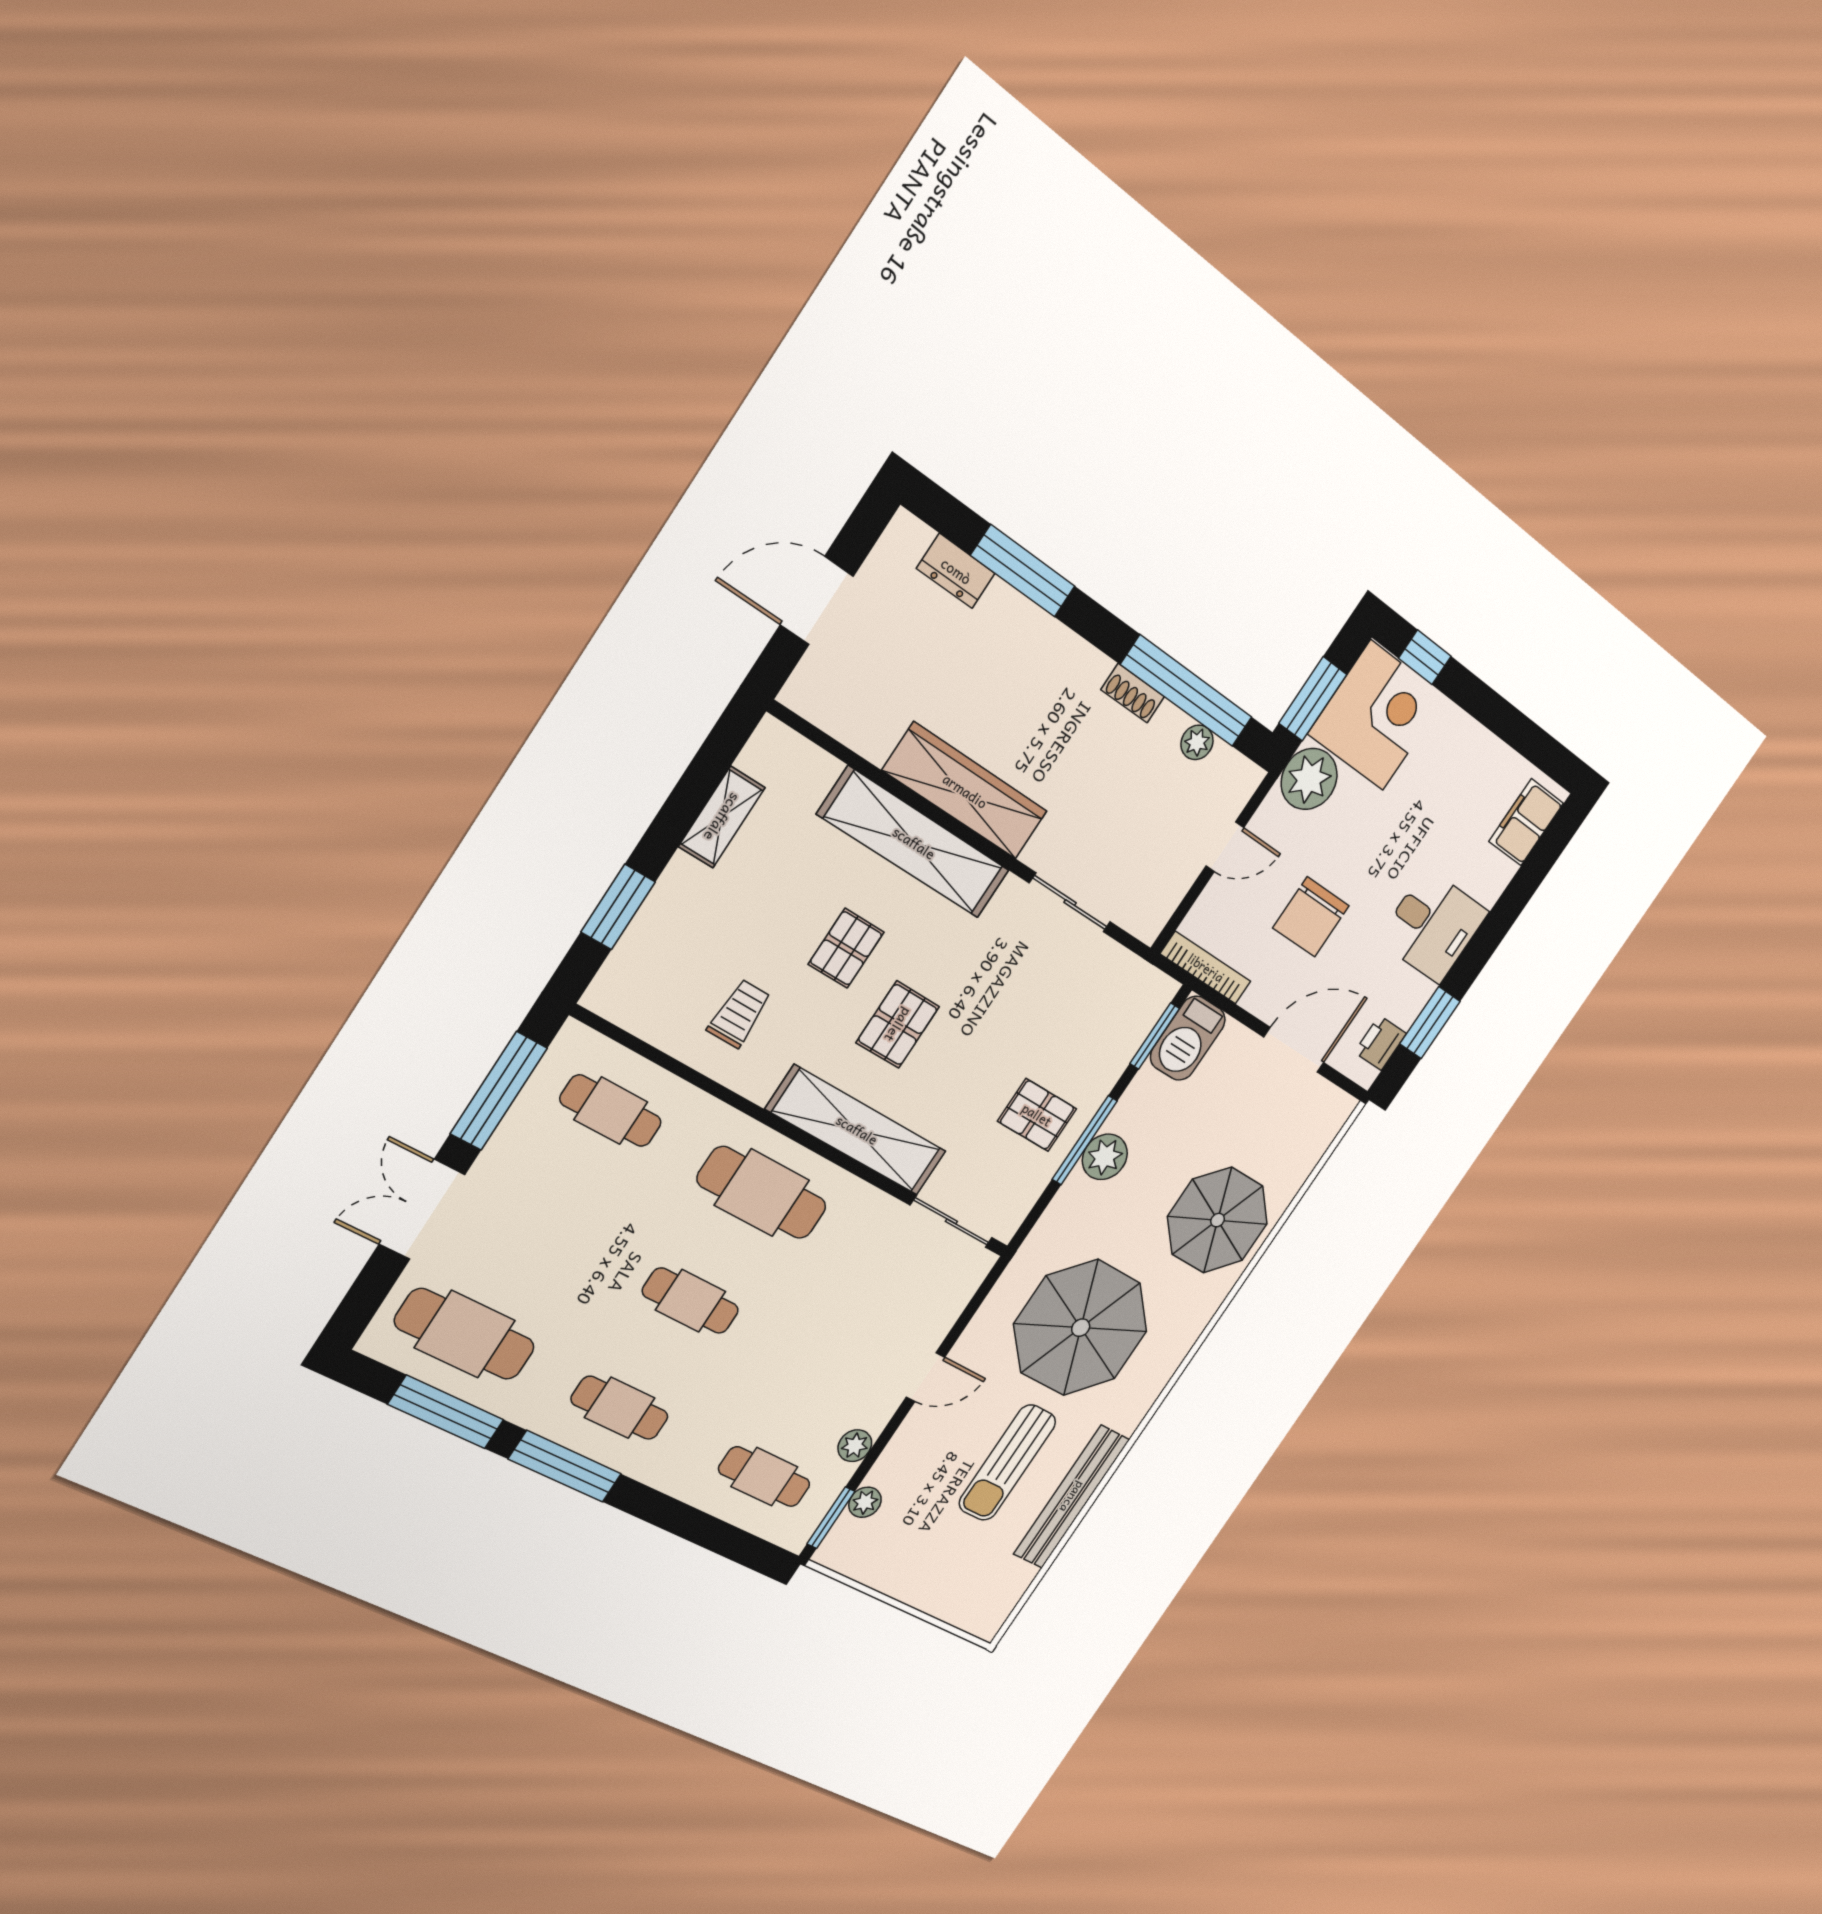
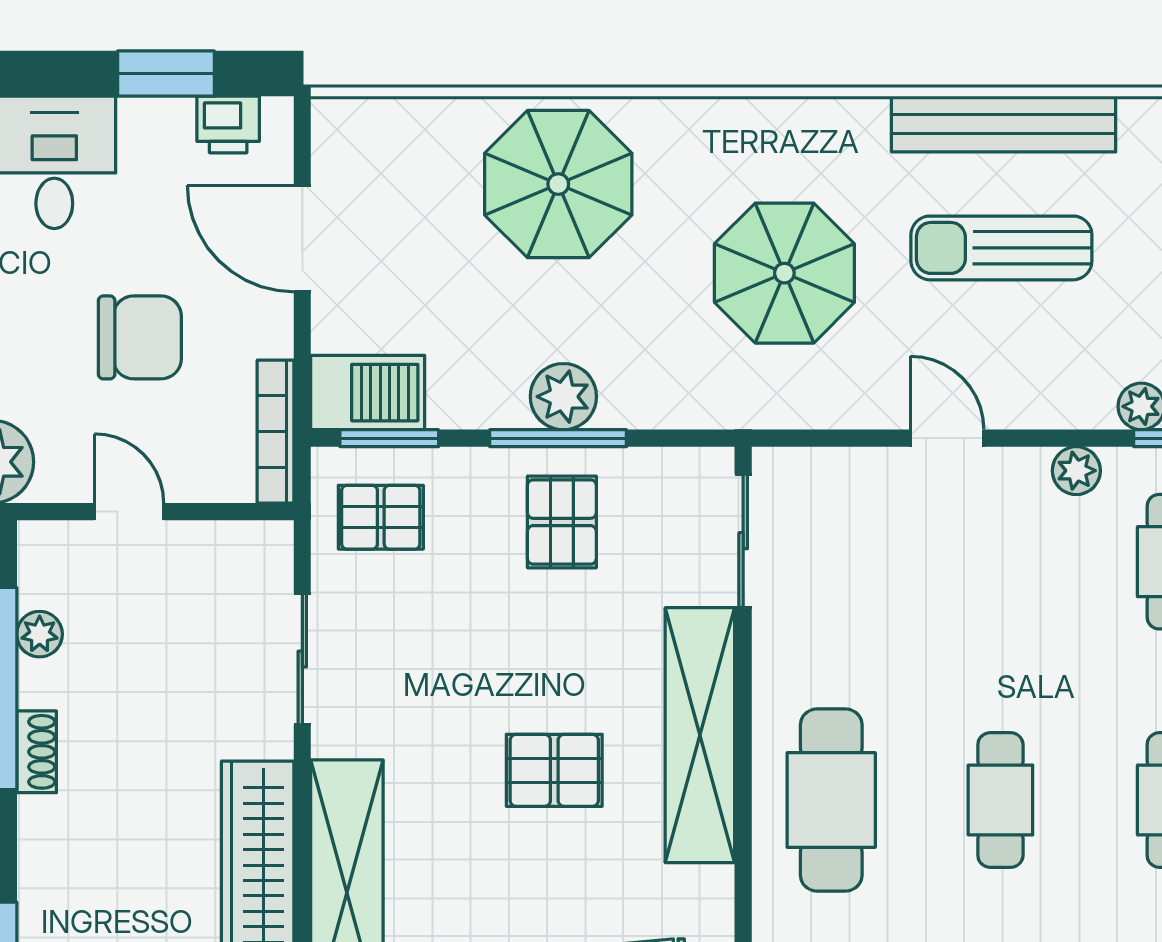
pallet: (846, 948) -> (381, 517), moved
parasol: (1081, 1328) -> (784, 273), width x0.73, depth x0.73
sun lounger: (1007, 1463) -> (1001, 248), turned 180

